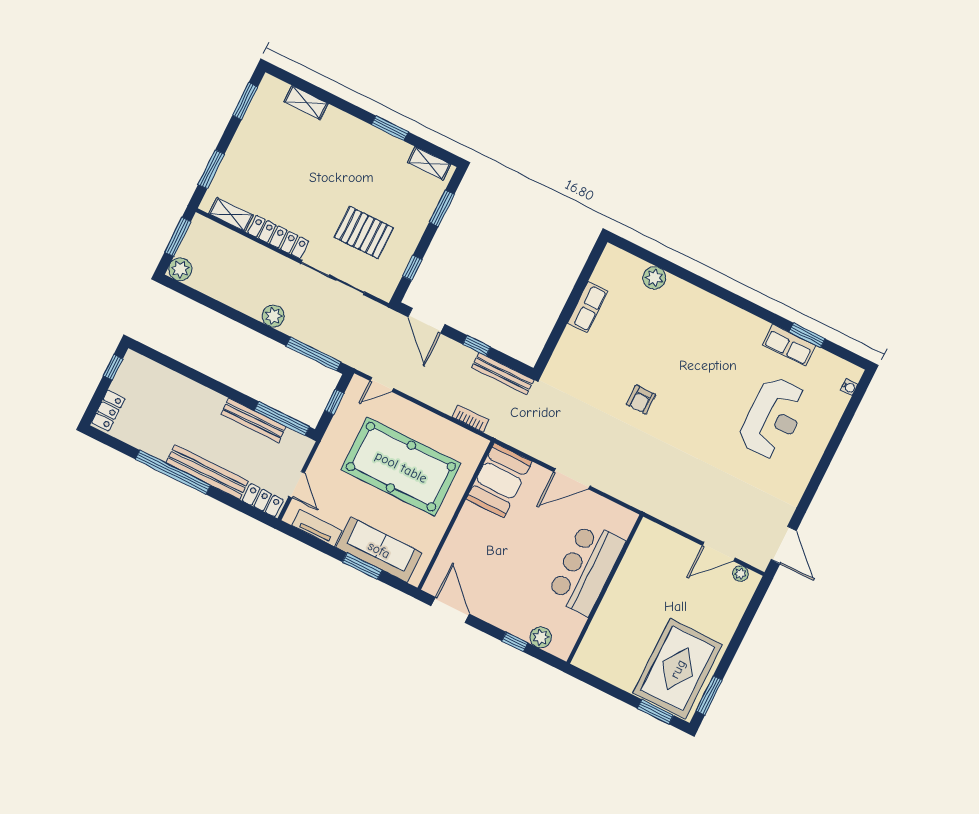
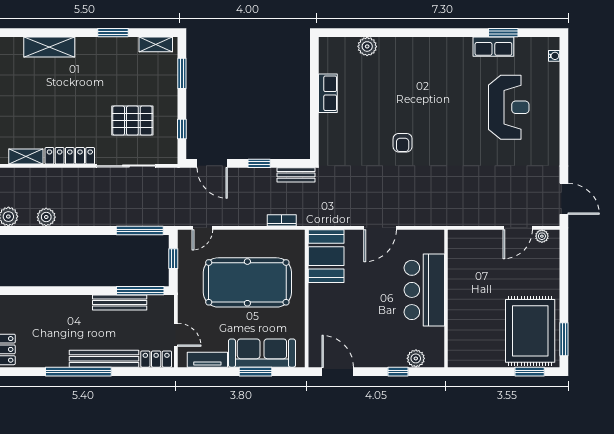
shelving: (306, 103) -> (49, 47), width x1.50, depth x1.33
plant: (273, 316) -> (46, 217), moved
bench: (503, 374) -> (296, 175), width x0.73

